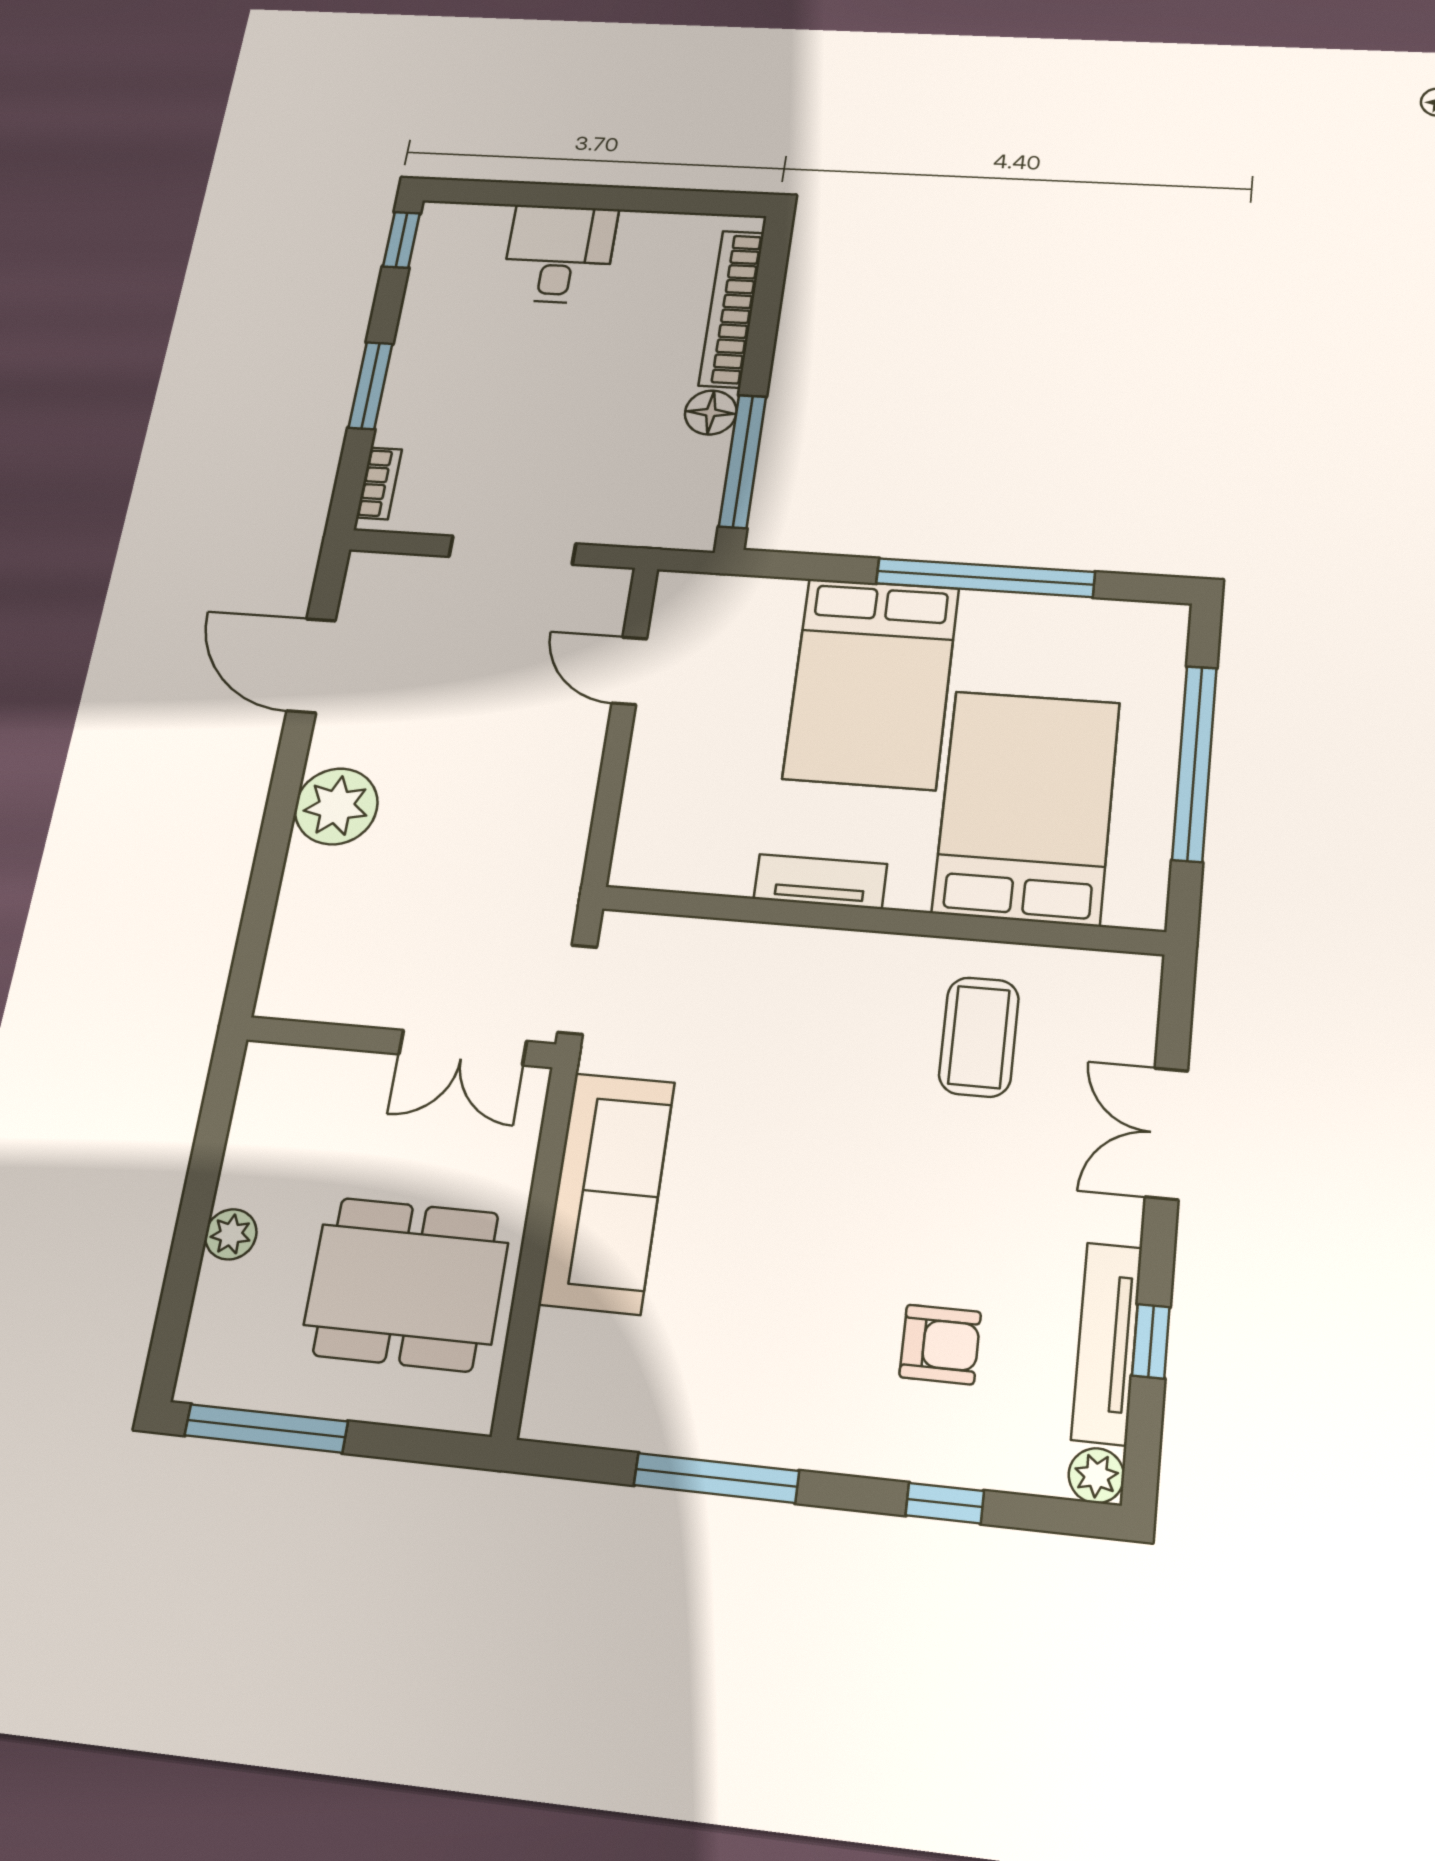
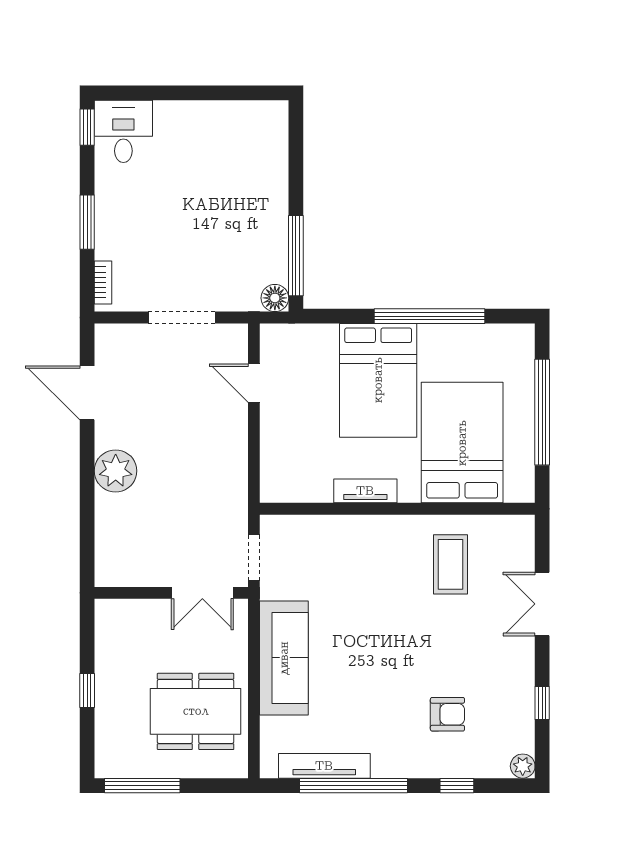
desk: (559, 254) -> (123, 131), moved
bookcase: (732, 309) -> (277, 161), removed
floor lamp: (711, 413) -> (275, 298), moved
window: (194, 1219) -> (87, 691), added
plant: (231, 1234) -> (107, 696), removed
tv unit: (1107, 1343) -> (324, 766), moved, turned 90
window: (716, 1478) -> (353, 786), width x1.46

